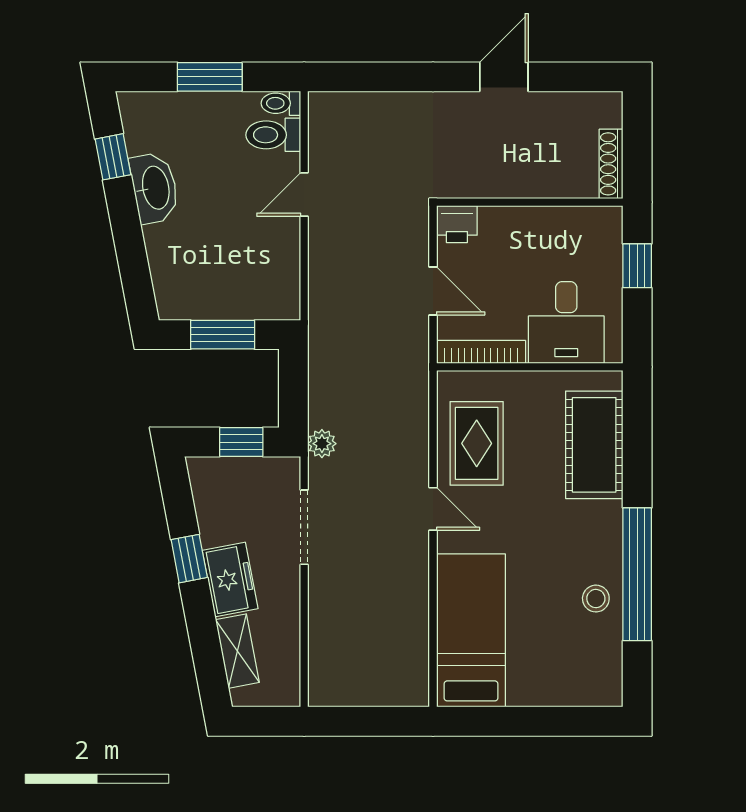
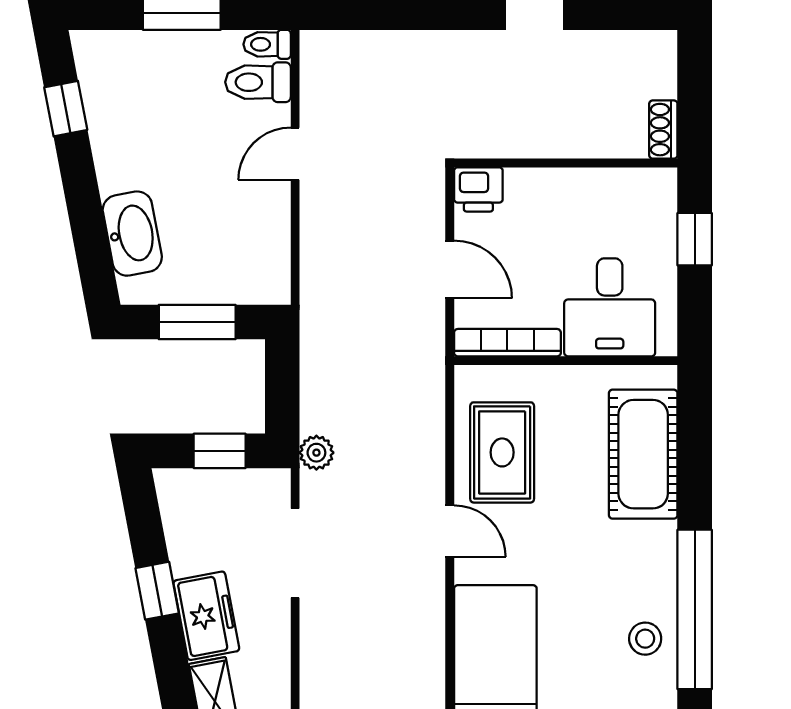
shoe rack: (611, 164) -> (663, 130), width x0.70
washbasin: (155, 188) -> (132, 234), moved

